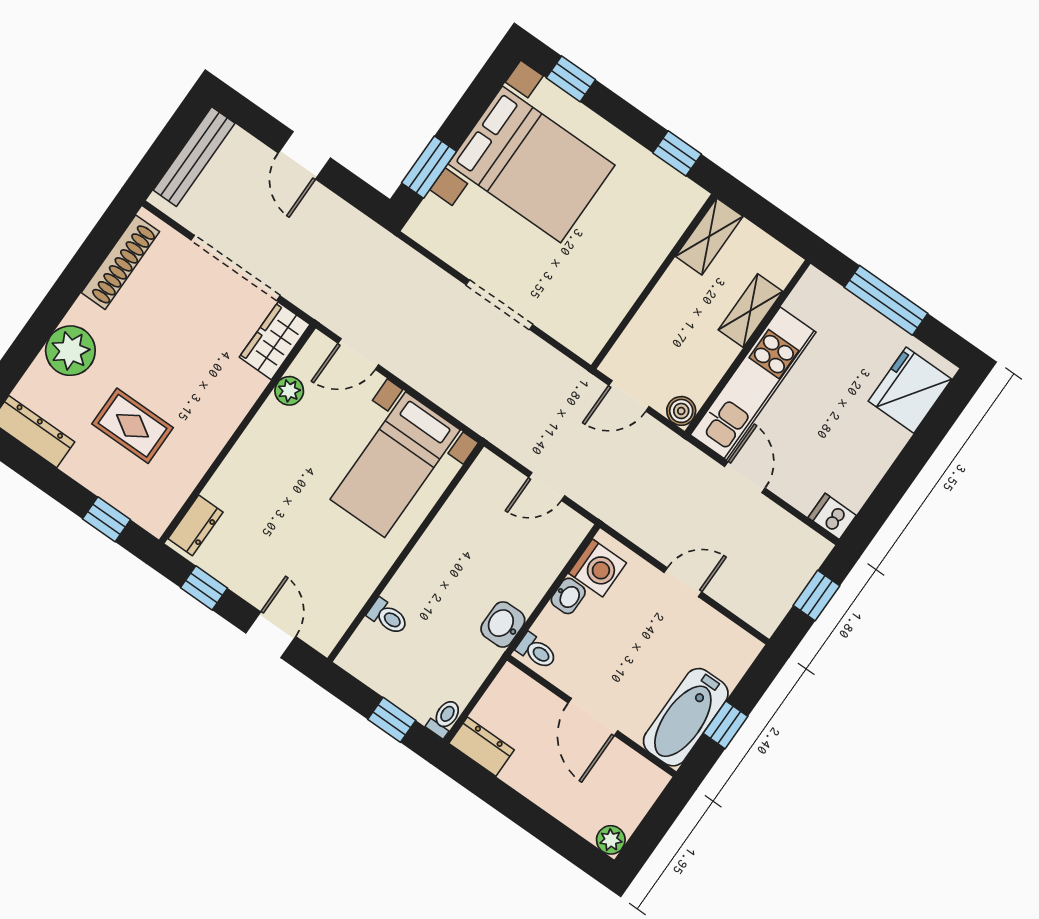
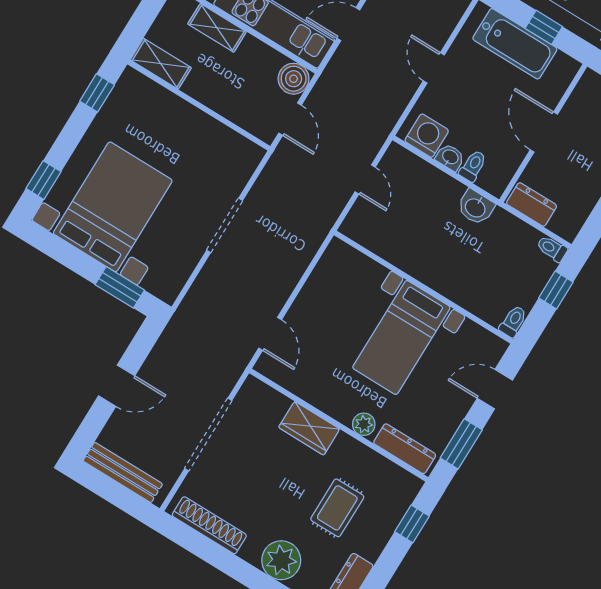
wardrobe: (275, 341) -> (309, 428), moved
plant: (289, 391) -> (364, 424), moved
boiler: (681, 411) -> (294, 79), width x1.36, depth x1.36
bed with nightstands: (395, 465) -> (401, 337), moved, turned 90
dresser: (196, 525) -> (405, 449), width x1.44
window: (204, 588) -> (461, 444), width x1.50
toilet: (388, 617) -> (513, 321), moved
toilet: (537, 651) -> (473, 166), moved
door: (593, 717) -> (544, 132), swing flipped
bathtub: (686, 717) -> (515, 44), moved
dresser: (482, 747) -> (532, 205), moved, turned 90

